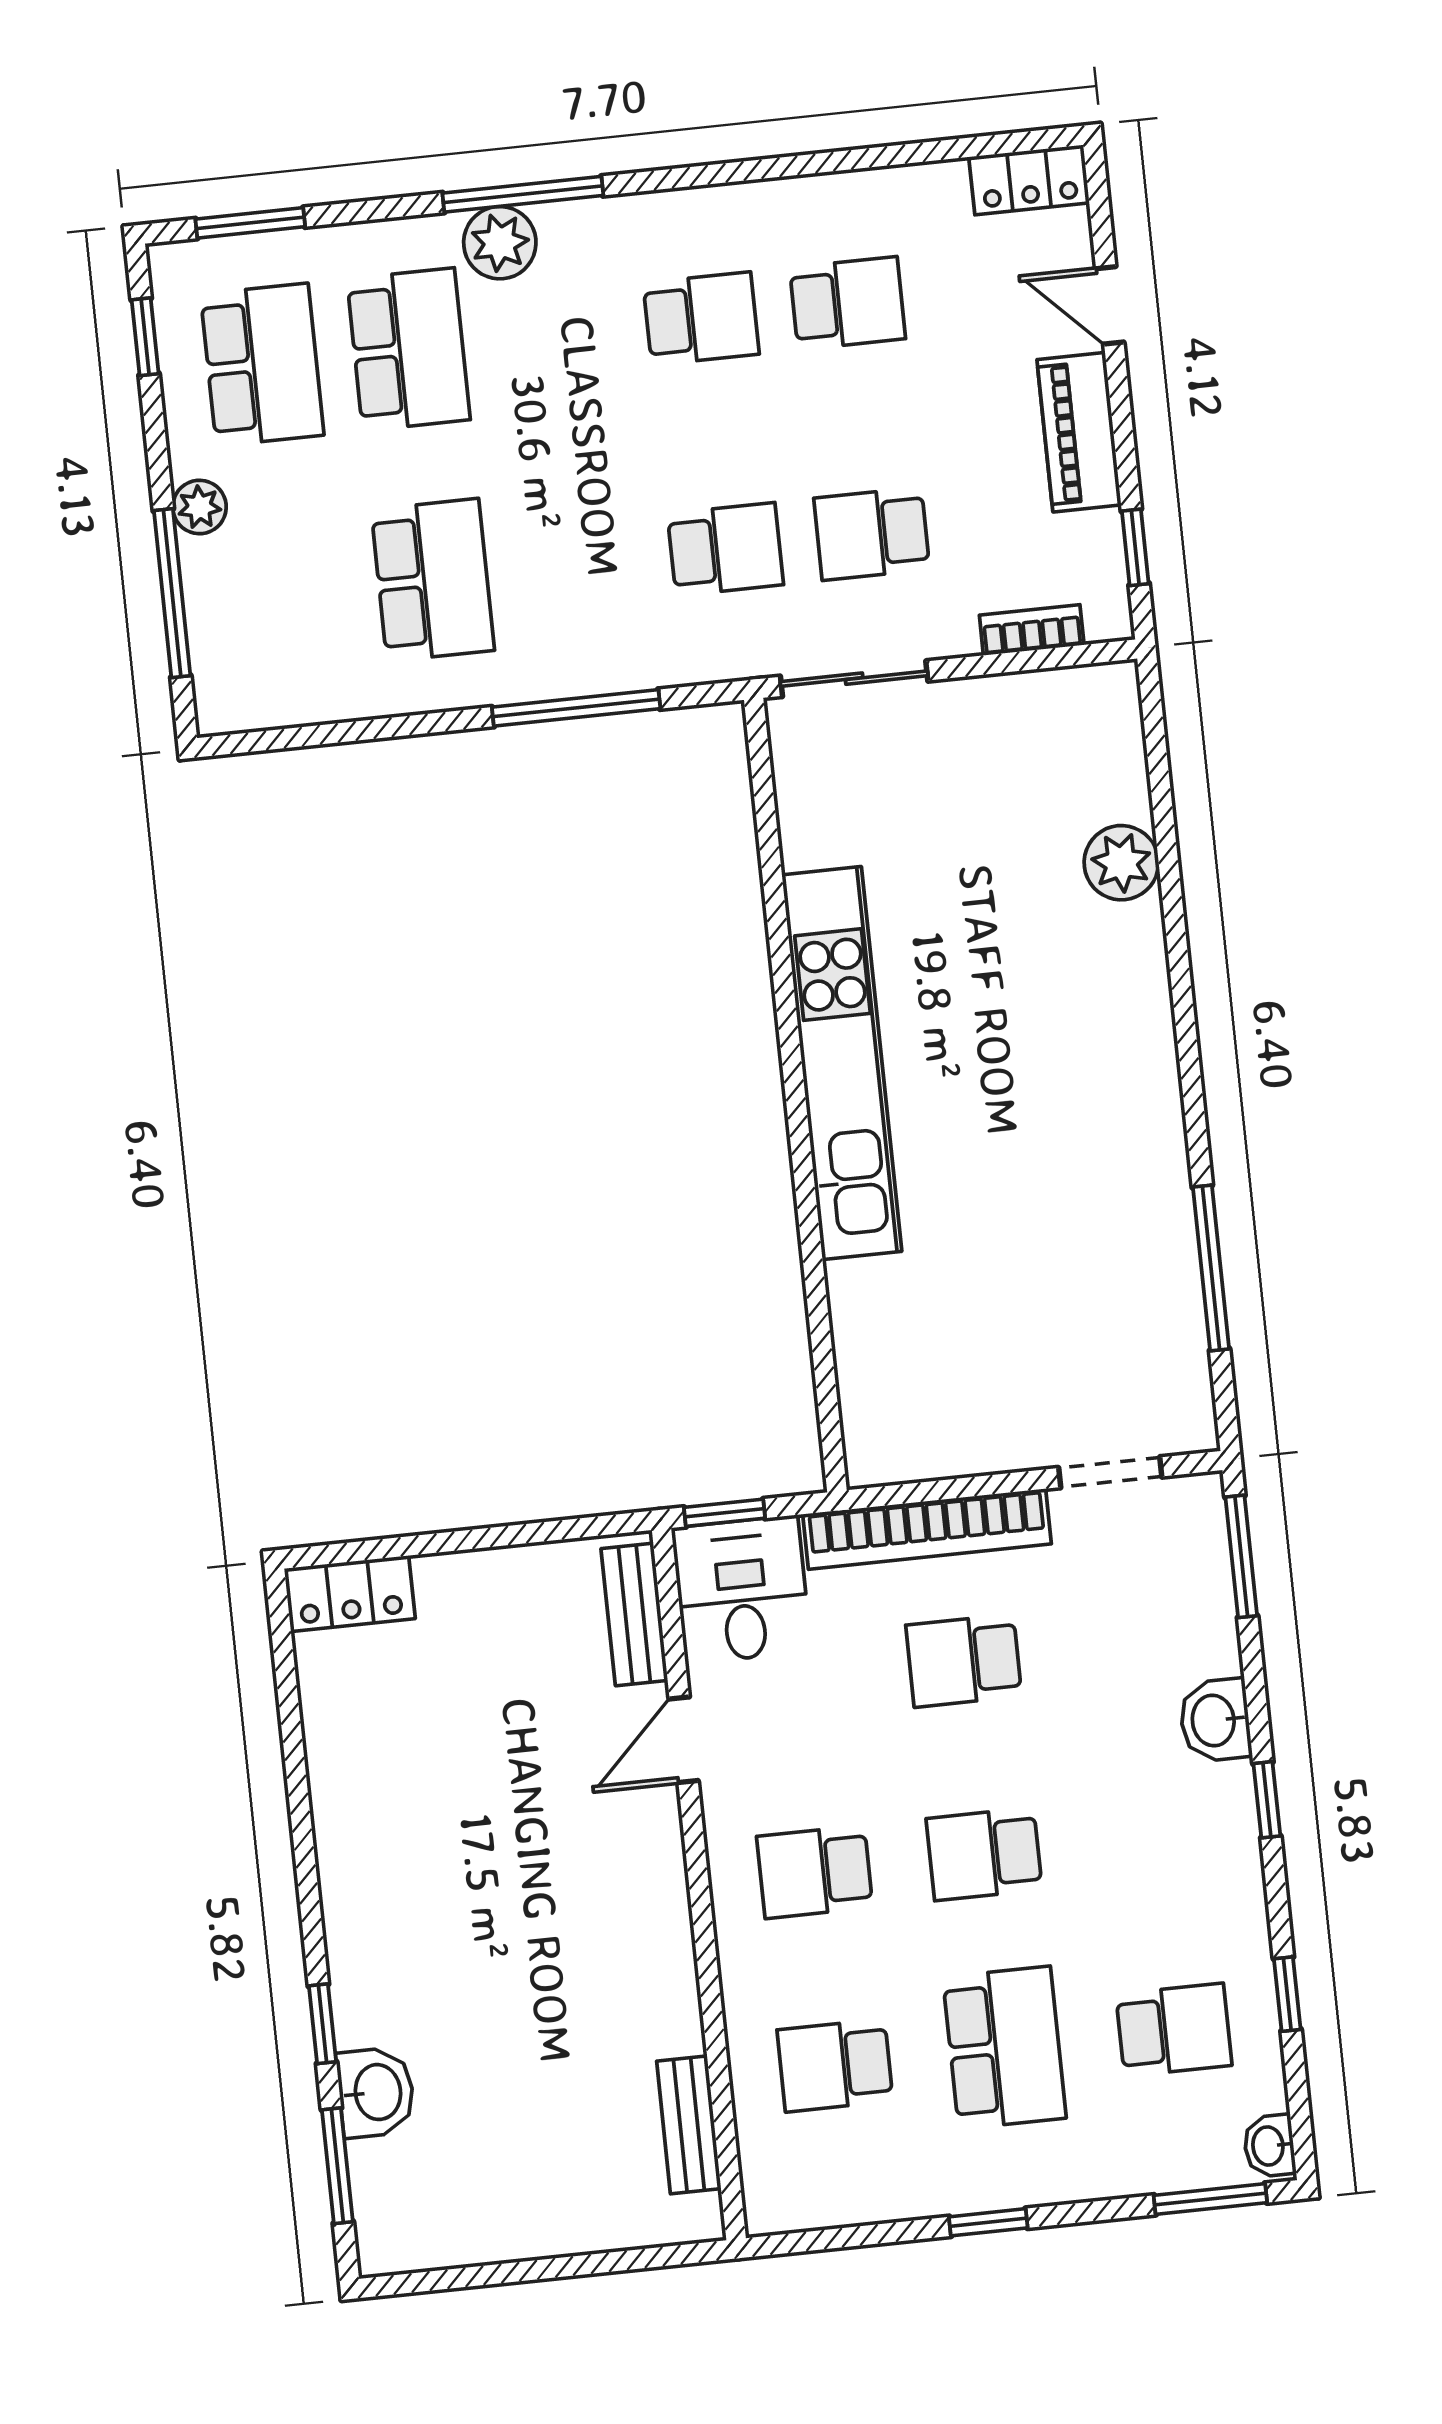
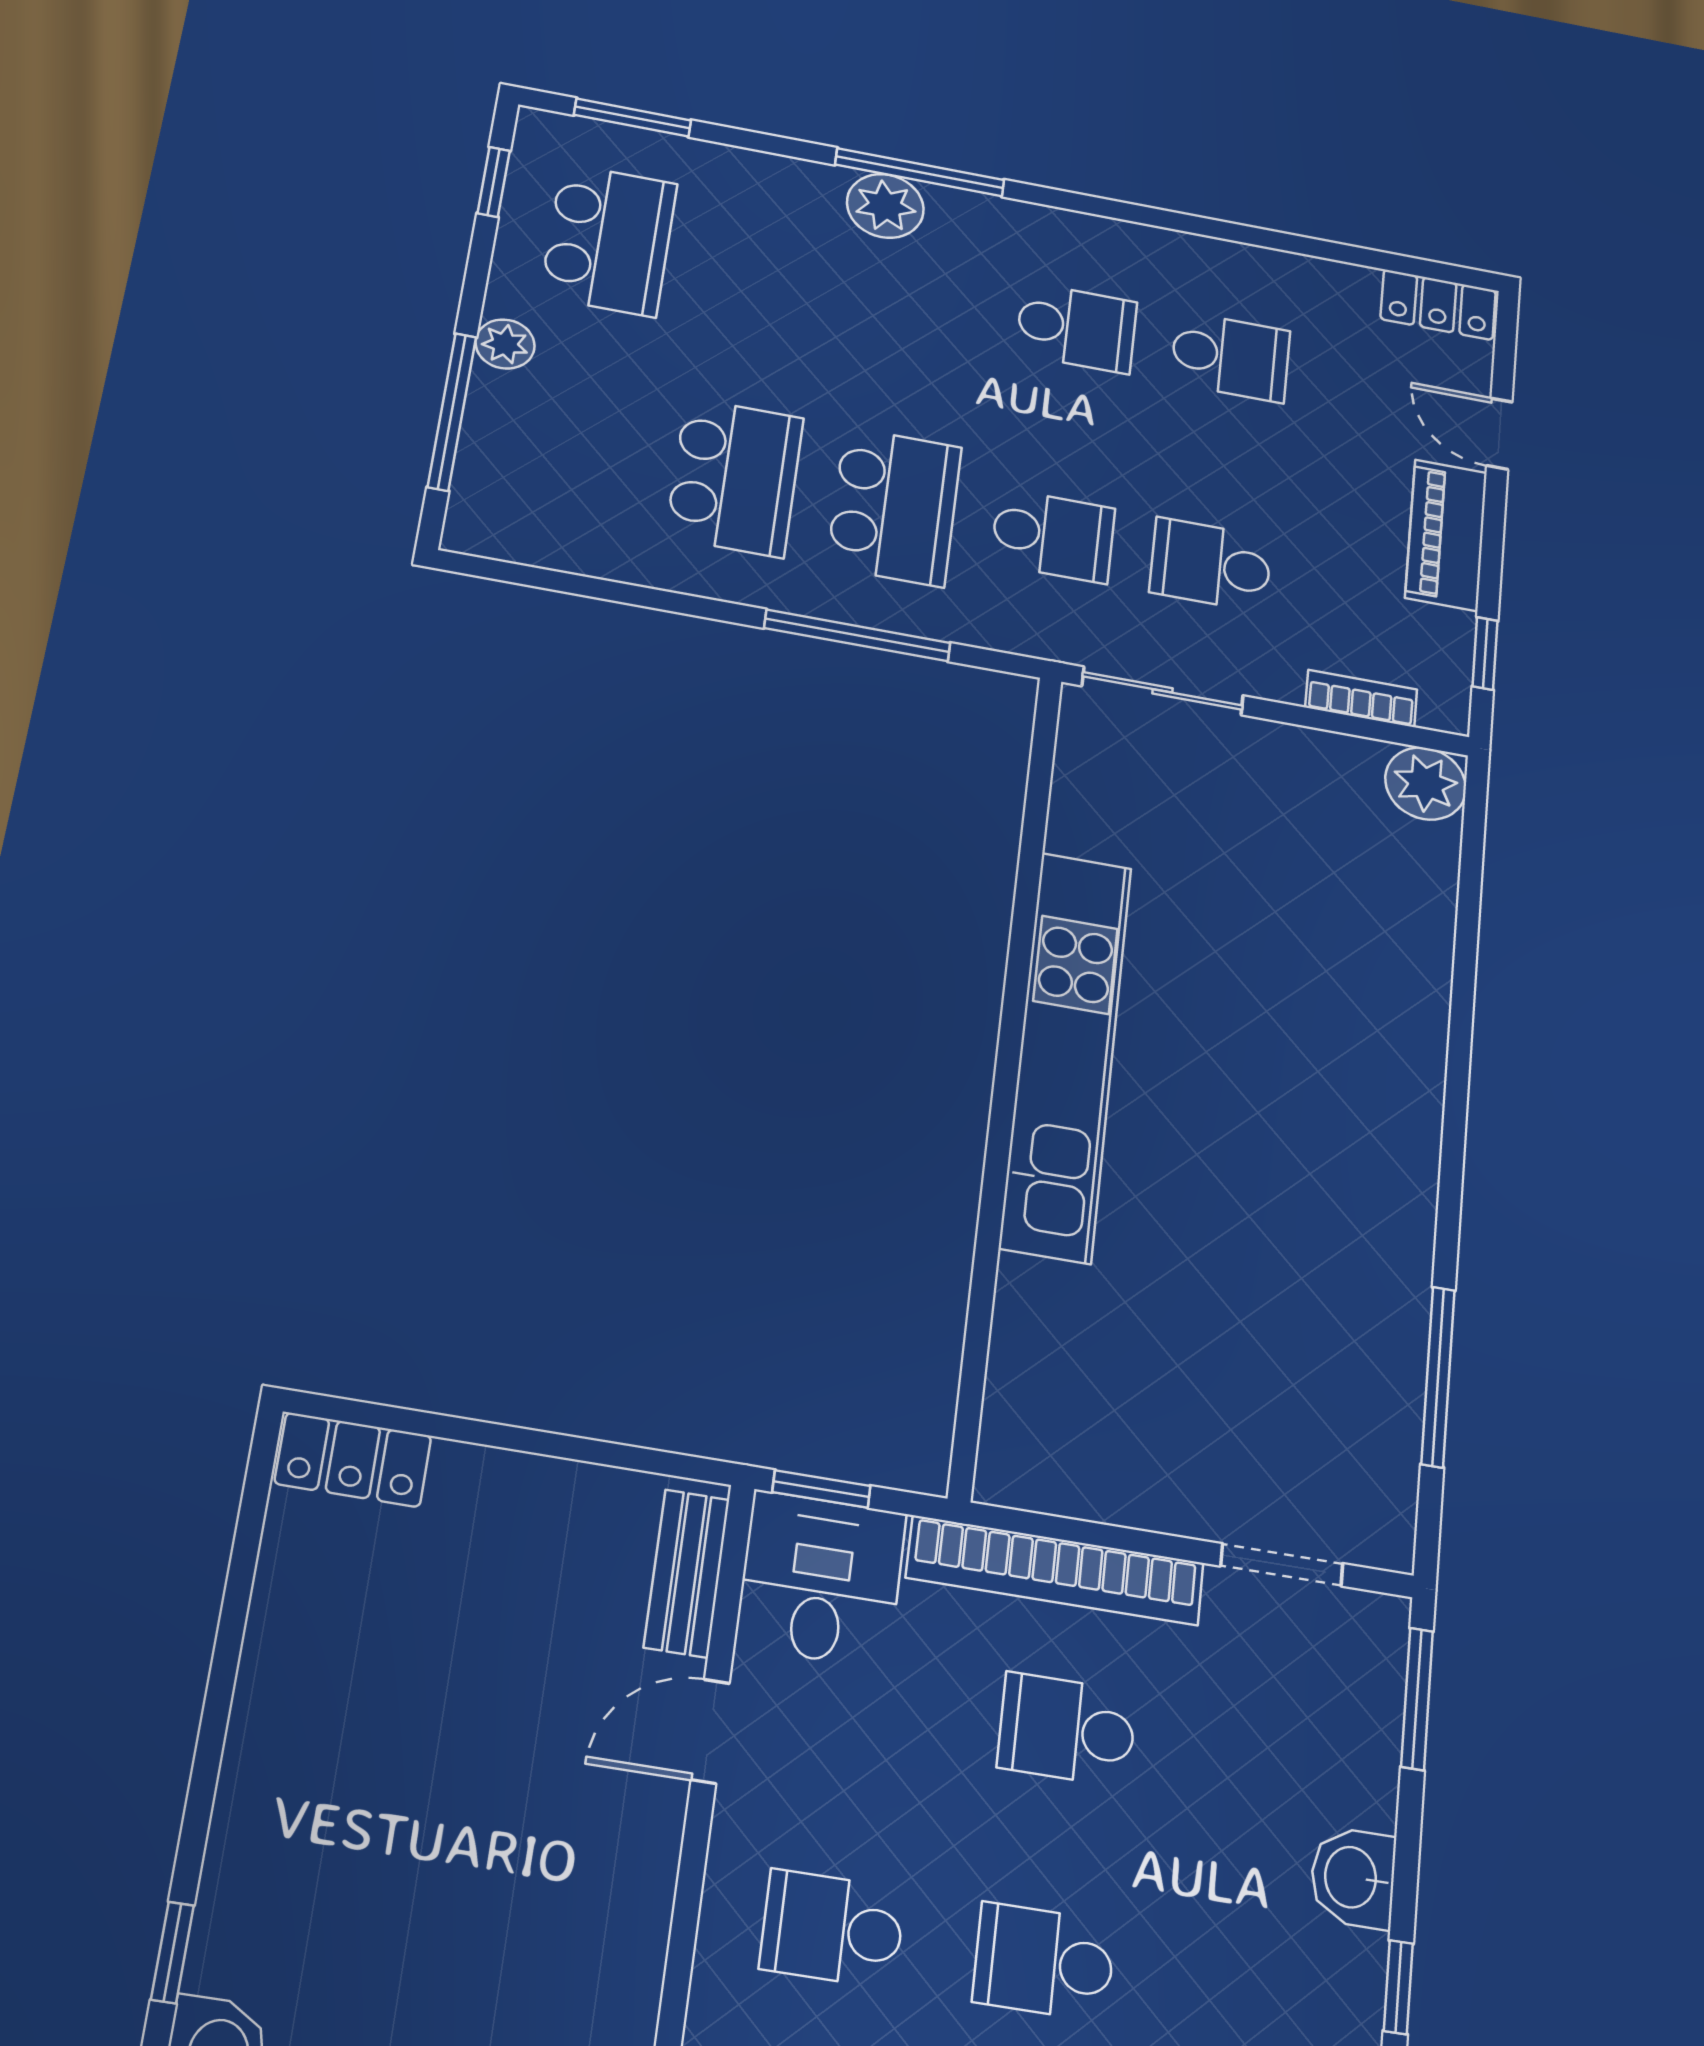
school desk: (409, 349) -> (894, 507), moved
plant: (1121, 863) -> (1426, 783), moved

